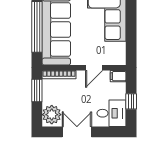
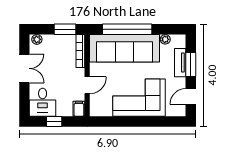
door: (94, 68) -> (87, 85), swing flipped
plant: (52, 115) -> (37, 39), width x0.53, depth x0.53

